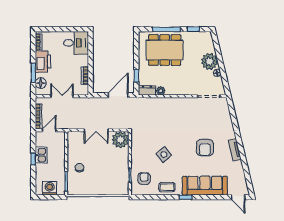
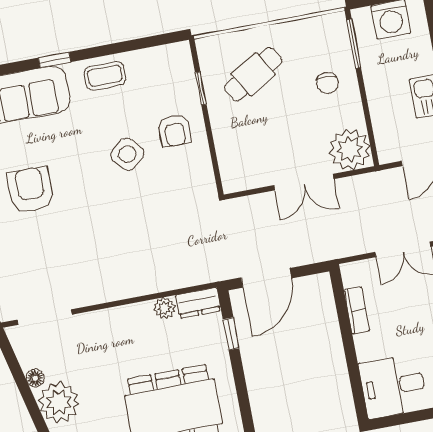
double door: (96, 130) -> (304, 182), swing flipped
plant: (120, 140) -> (350, 149), moved
cafe table: (108, 177) -> (253, 74), added
armchair: (144, 179) -> (174, 131), moved

